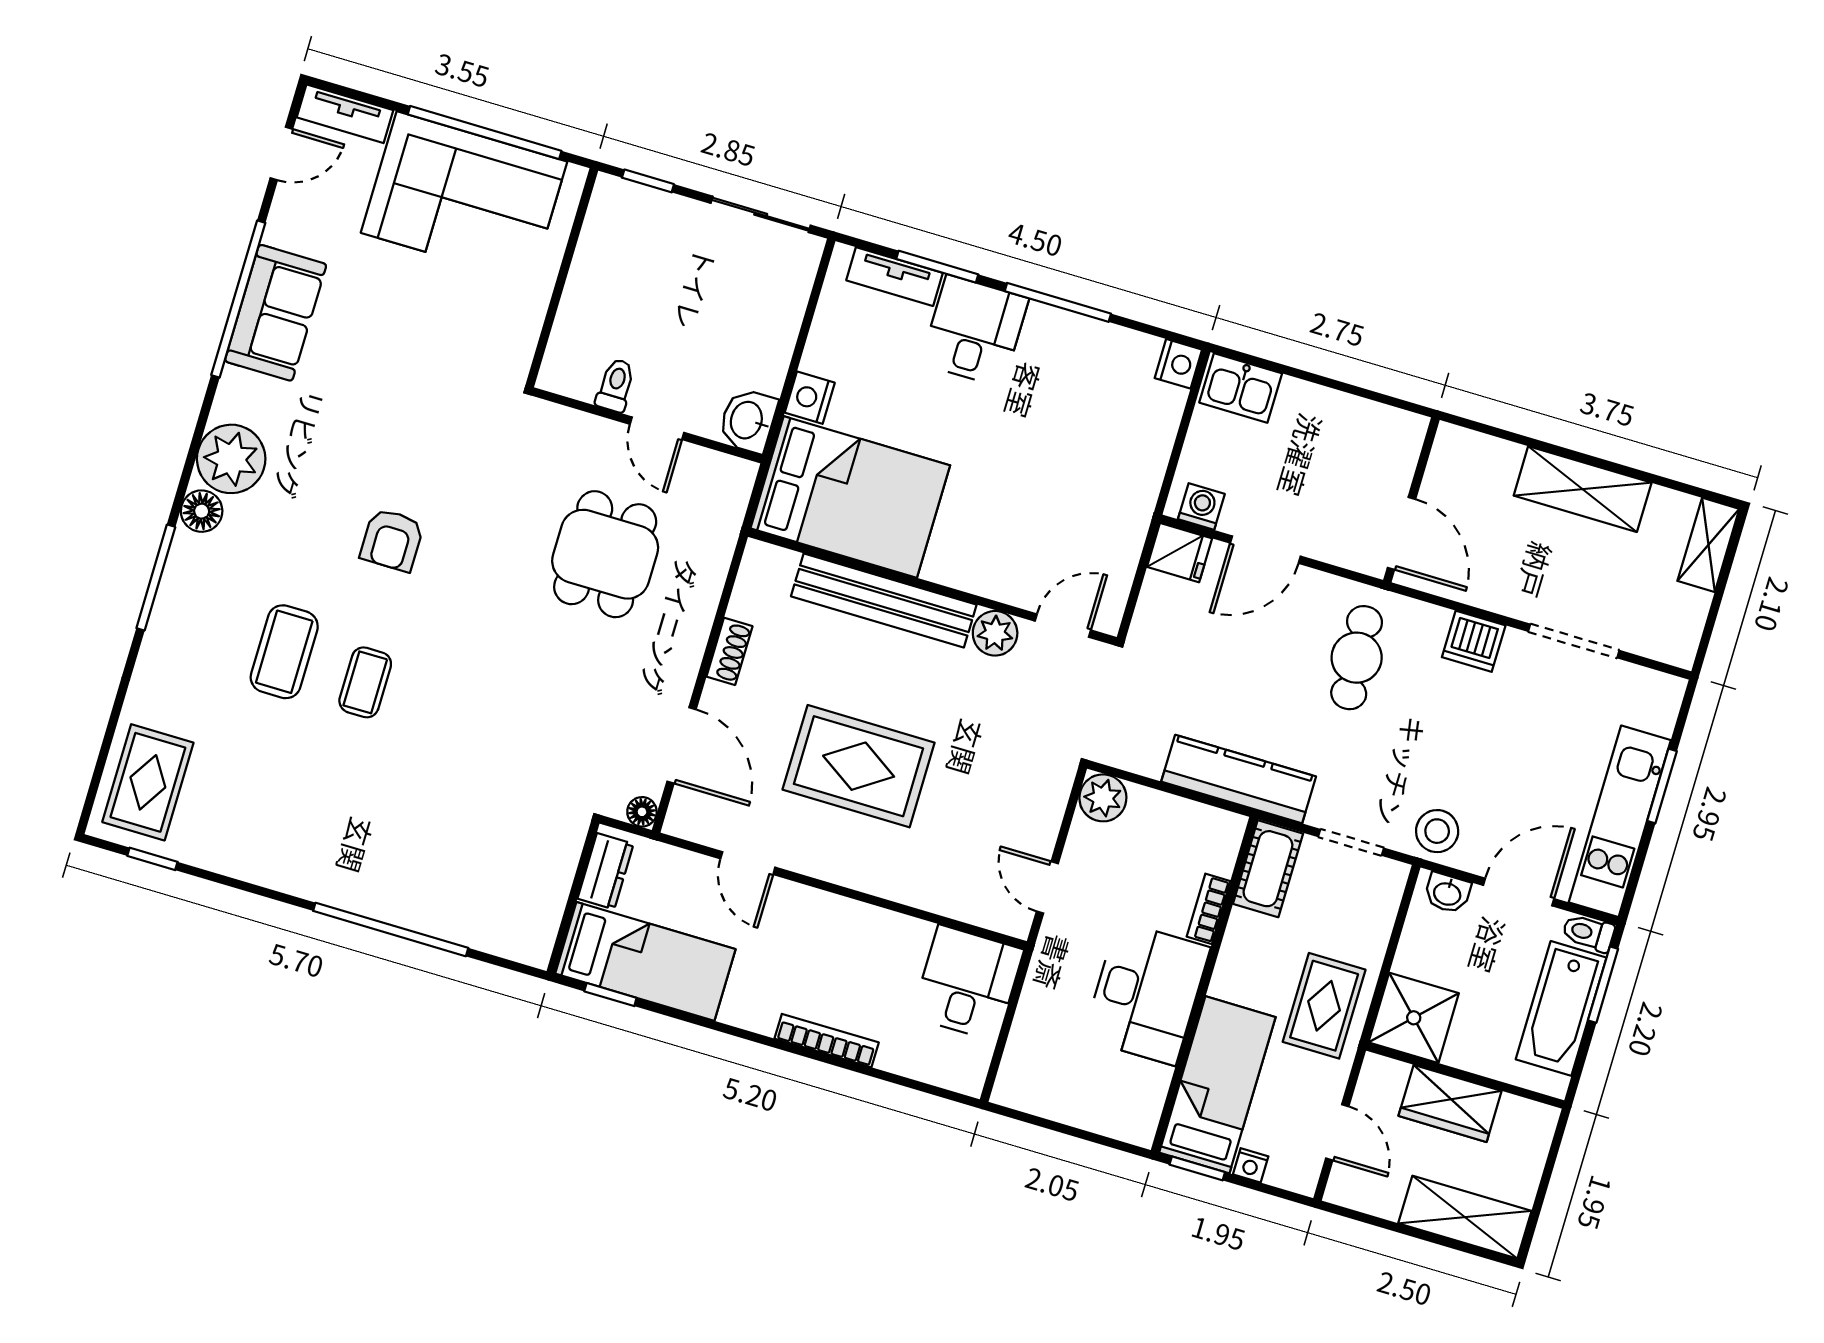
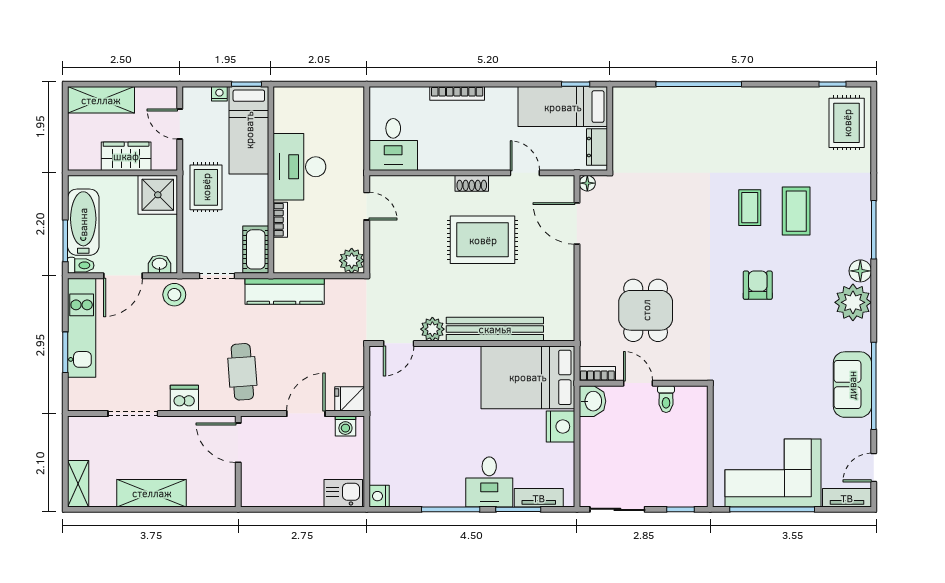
nightstand: (810, 398) -> (561, 426), width x1.36, depth x1.33
bookcase: (725, 467) -> (597, 374), added
shoe rack: (729, 651) -> (472, 183), moved, turned -90

